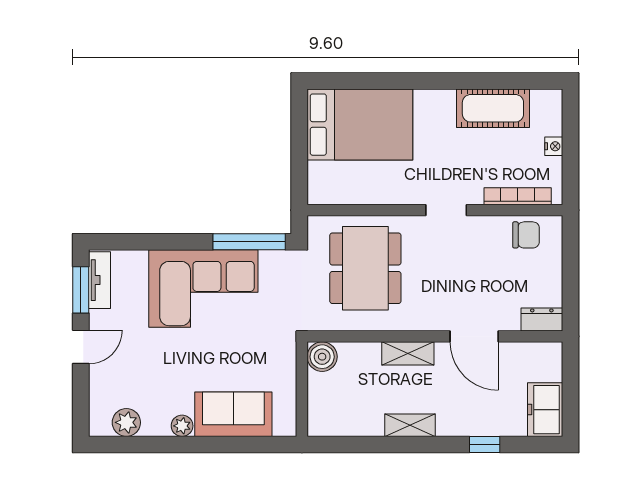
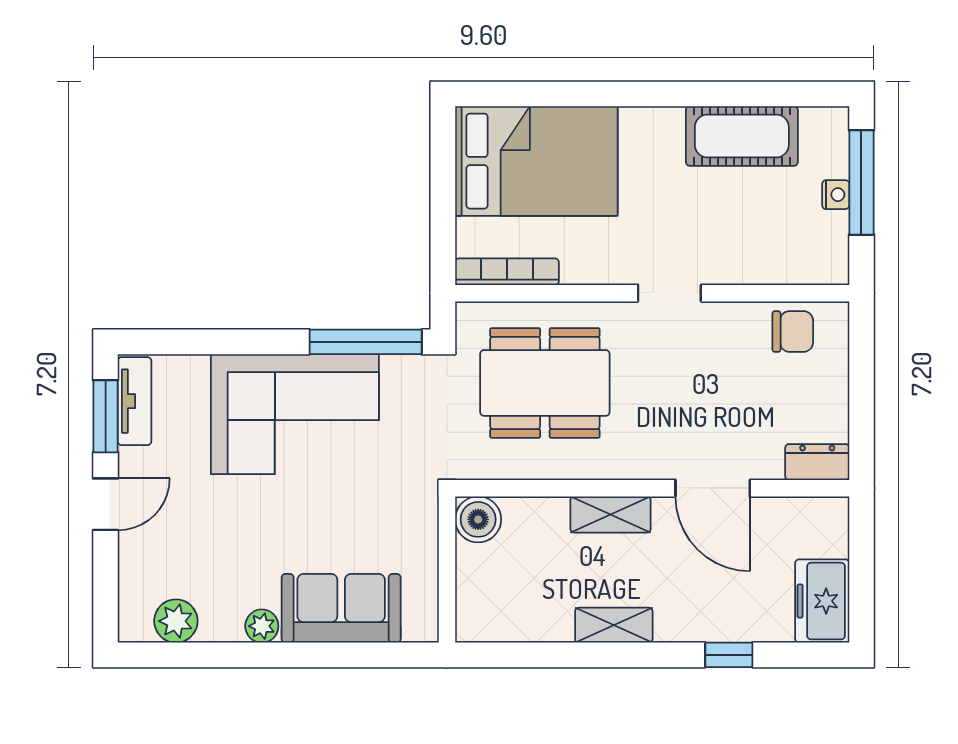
window: (570, 138) -> (861, 182), added
bookcase: (518, 196) -> (507, 272), moved
dining table: (365, 268) -> (545, 383), turned 90

